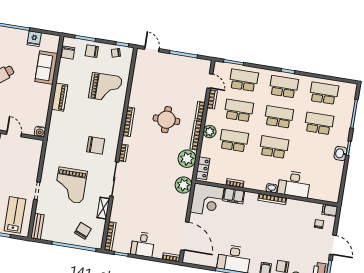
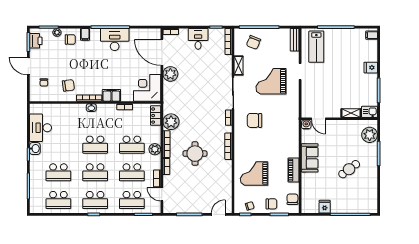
door: (152, 49) -> (218, 214), swing flipped
sofa: (46, 68) -> (310, 158), moved
piano: (60, 97) -> (294, 170), moved
door: (14, 134) -> (318, 119), moved
desk: (294, 184) -> (41, 128), moved, turned -90
grand piano: (71, 185) -> (271, 81), turned -90
plant: (183, 185) -> (170, 74), moved
filing cabinet: (234, 196) -> (111, 95), moved
filing cabinet: (330, 210) -> (36, 96), removed
chair: (293, 217) -> (68, 85), added

